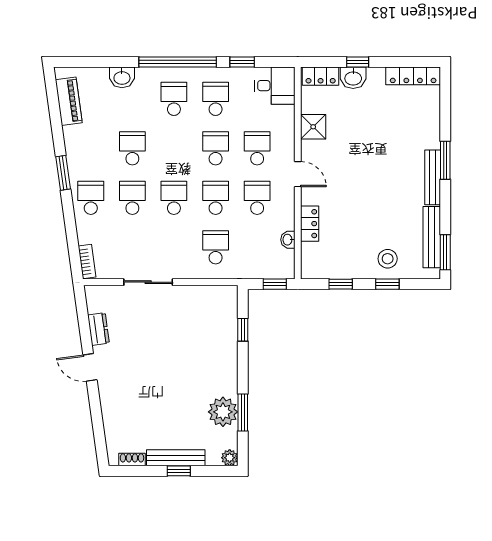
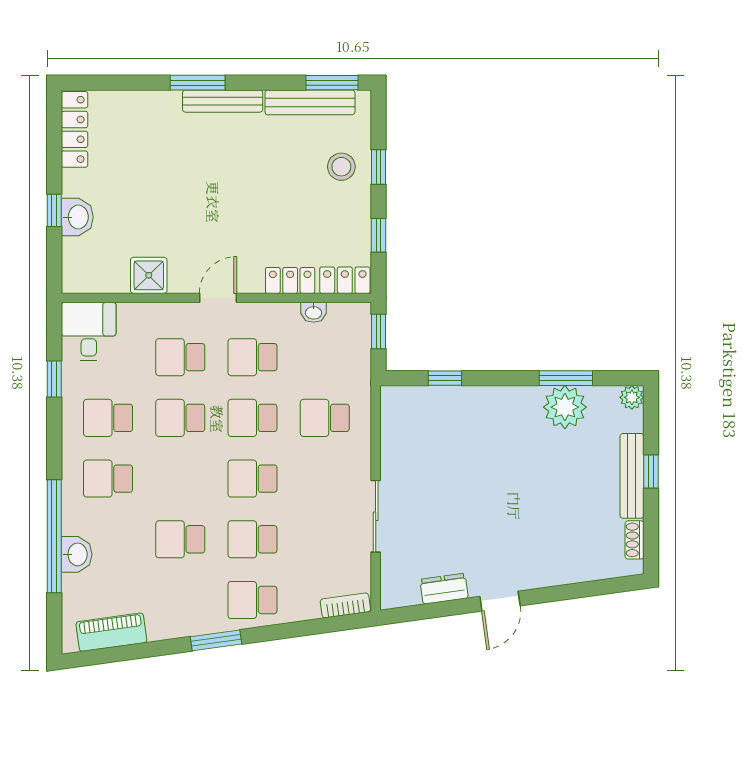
window: (178, 62) -> (54, 536), moved
locker: (321, 76) -> (345, 280), moved, turned -90

